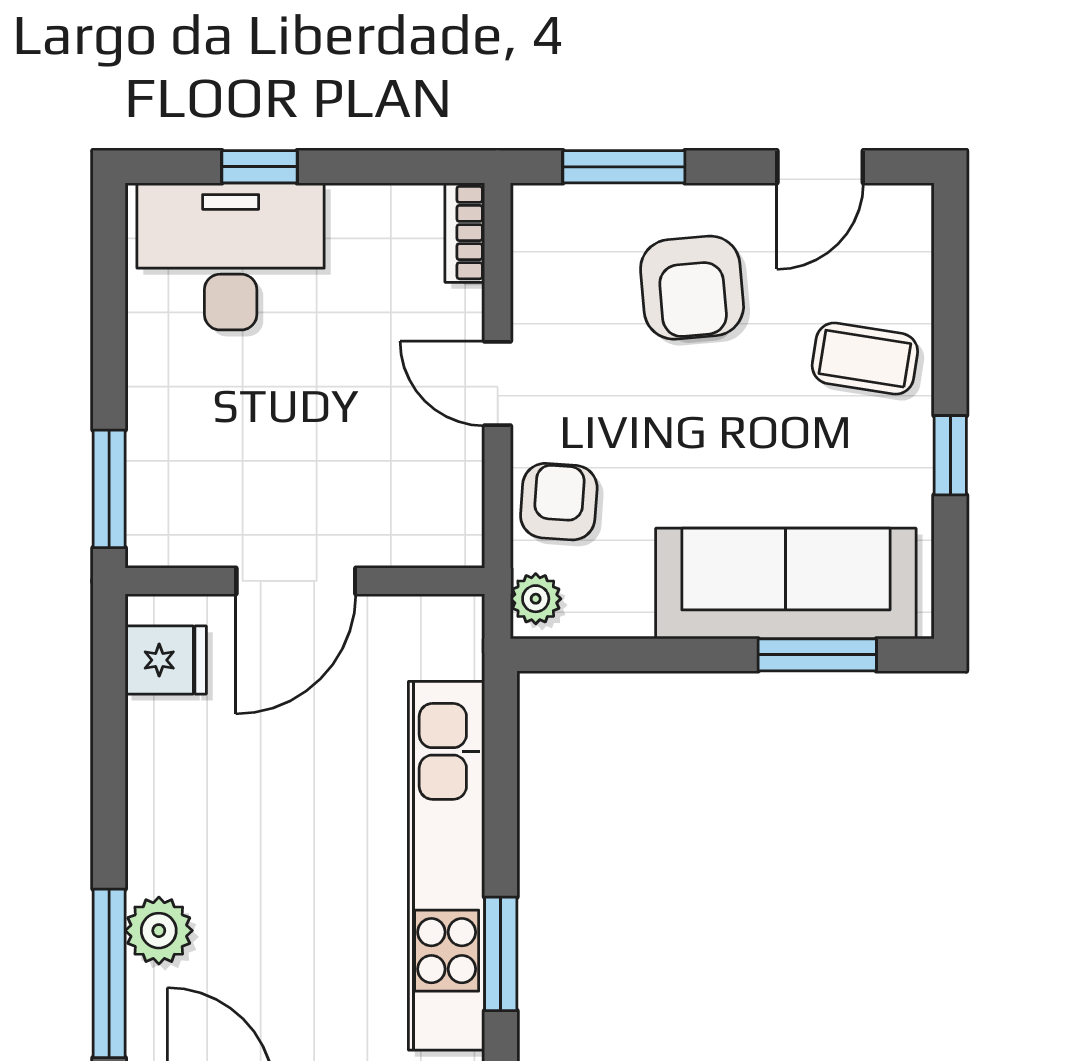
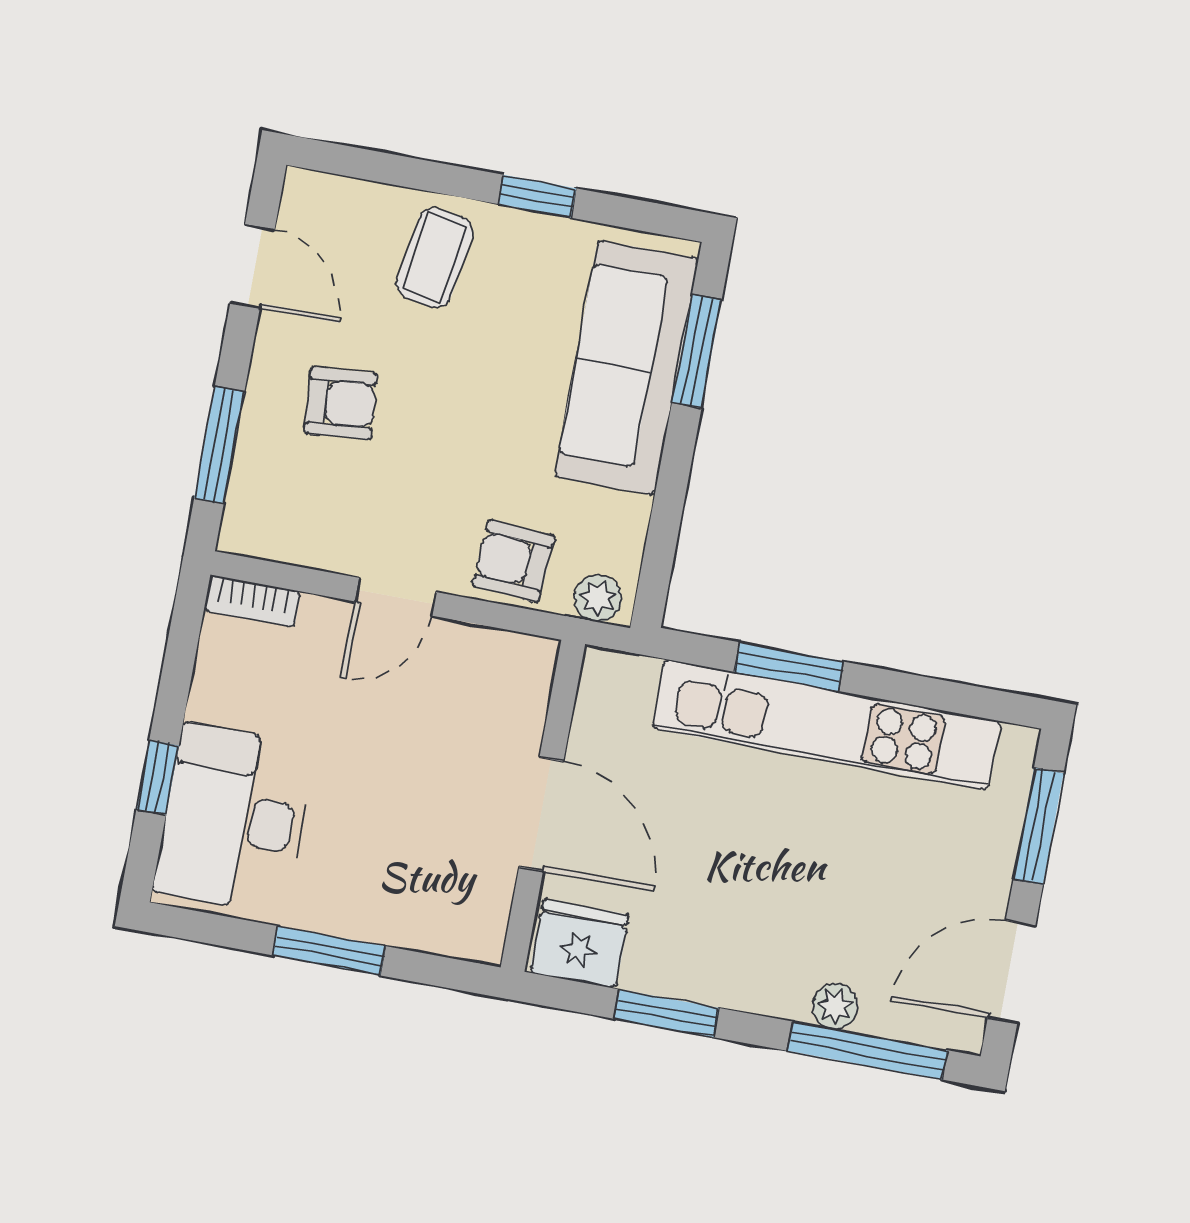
armchair: (692, 288) -> (341, 403), width x0.72, depth x0.72
window: (109, 489) -> (329, 951), moved
fridge: (166, 660) -> (579, 944), width x1.38
window: (109, 753) -> (667, 1013), added
plant: (159, 931) -> (835, 1006), width x0.73, depth x0.73
window: (501, 954) -> (789, 667), moved

